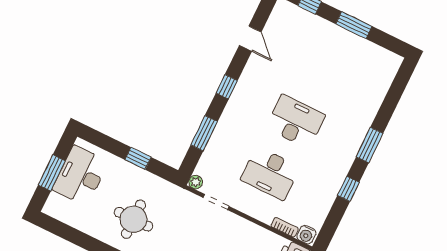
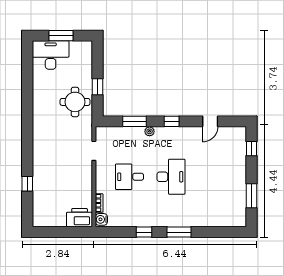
window: (354, 25) -> (251, 196), moved
desk: (270, 173) -> (129, 177), width x0.73
desk: (81, 176) -> (51, 55), moved
plant: (196, 182) -> (150, 131), moved
round table: (133, 219) -> (75, 102), moved

